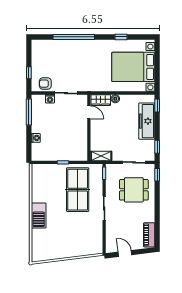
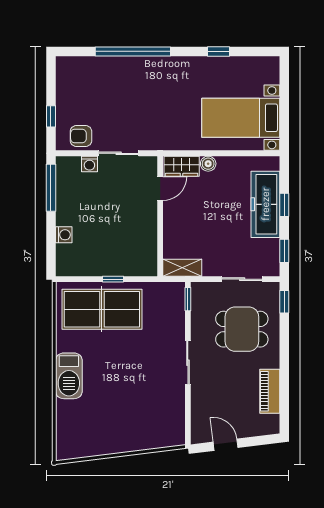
bed with nightstands: (133, 67) -> (241, 118), width x0.73
window: (157, 105) -> (284, 205), moved
door: (89, 112) -> (160, 188), hinge flipped
table tennis table: (78, 190) -> (102, 309), moved, turned 90
piano: (149, 235) -> (270, 391), moved

